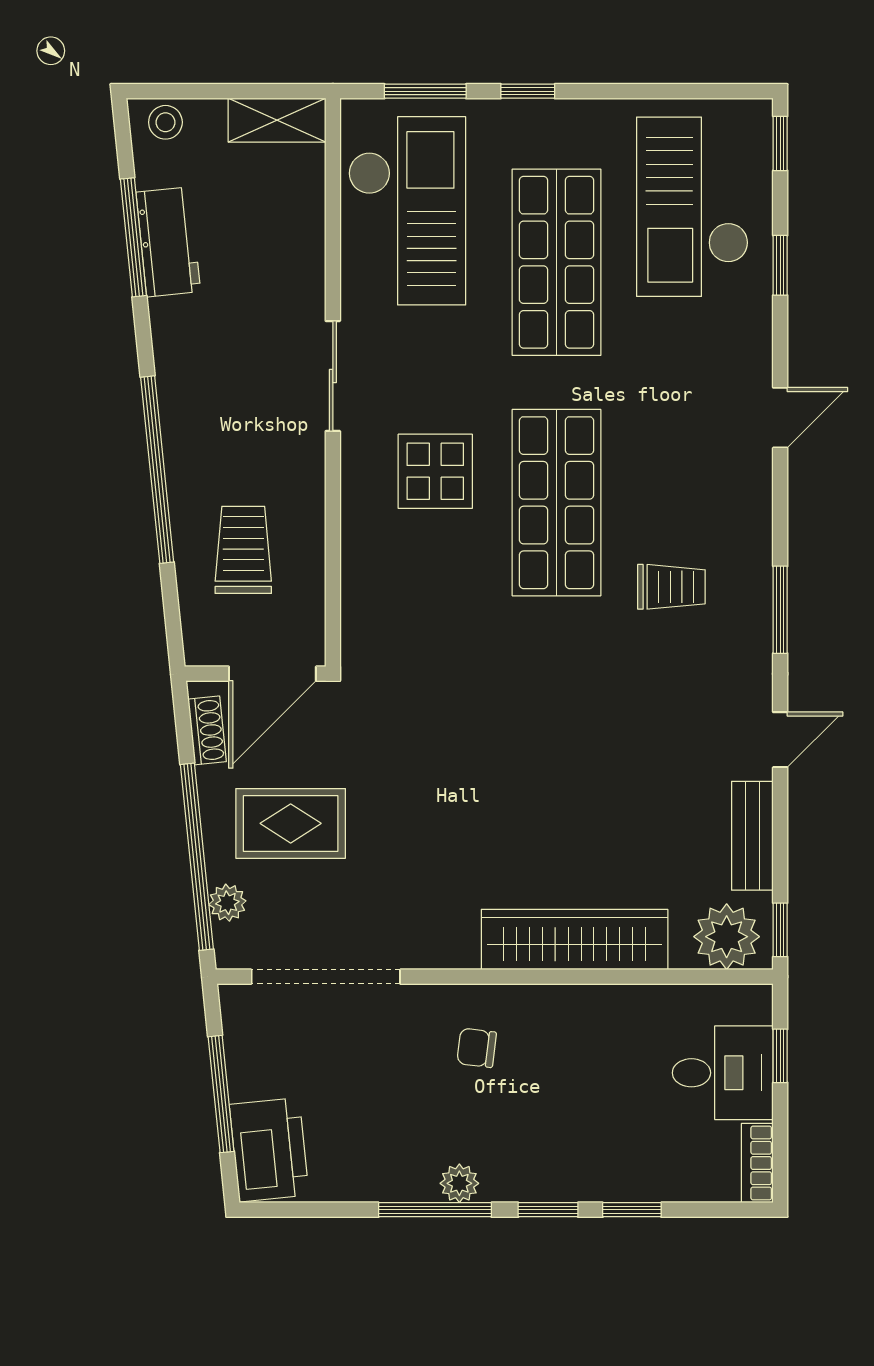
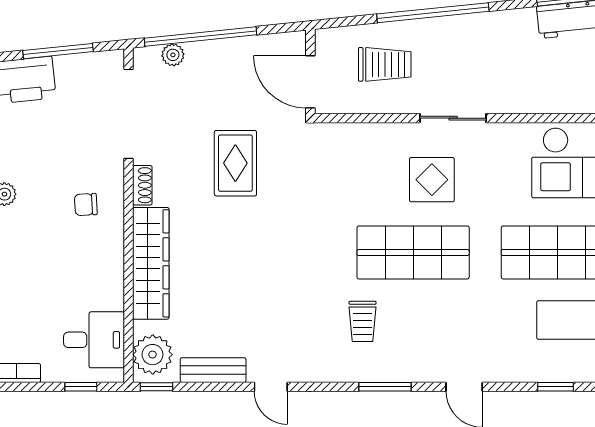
sliding door: (333, 376) -> (453, 118), moved
window: (780, 610) -> (385, 387), moved
shoe rack: (207, 730) -> (142, 185), moved, turned -84
rug: (291, 823) -> (235, 163), moved
chair: (477, 1048) -> (86, 204), turned -100
desk: (723, 1073) -> (94, 340), moved, turned -90

